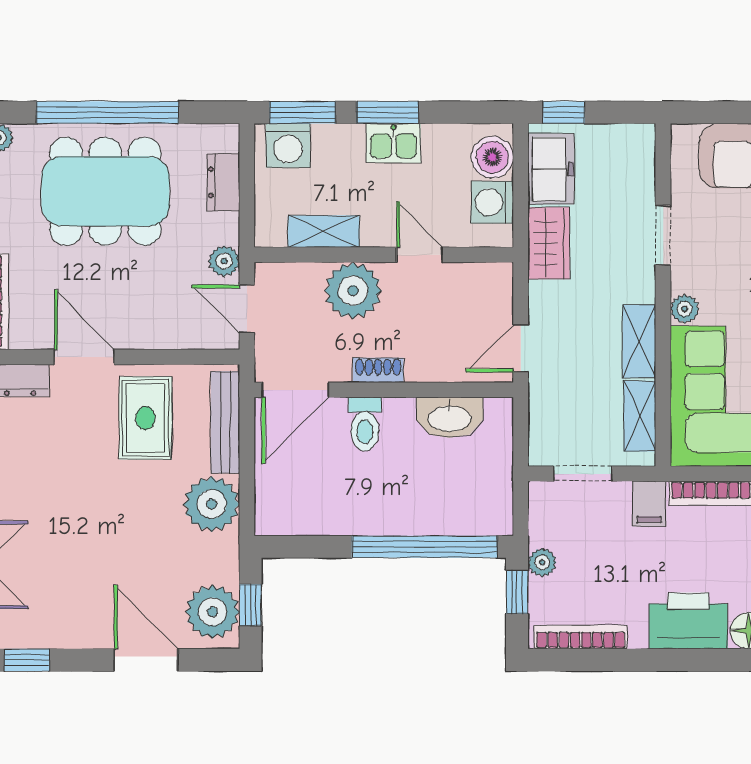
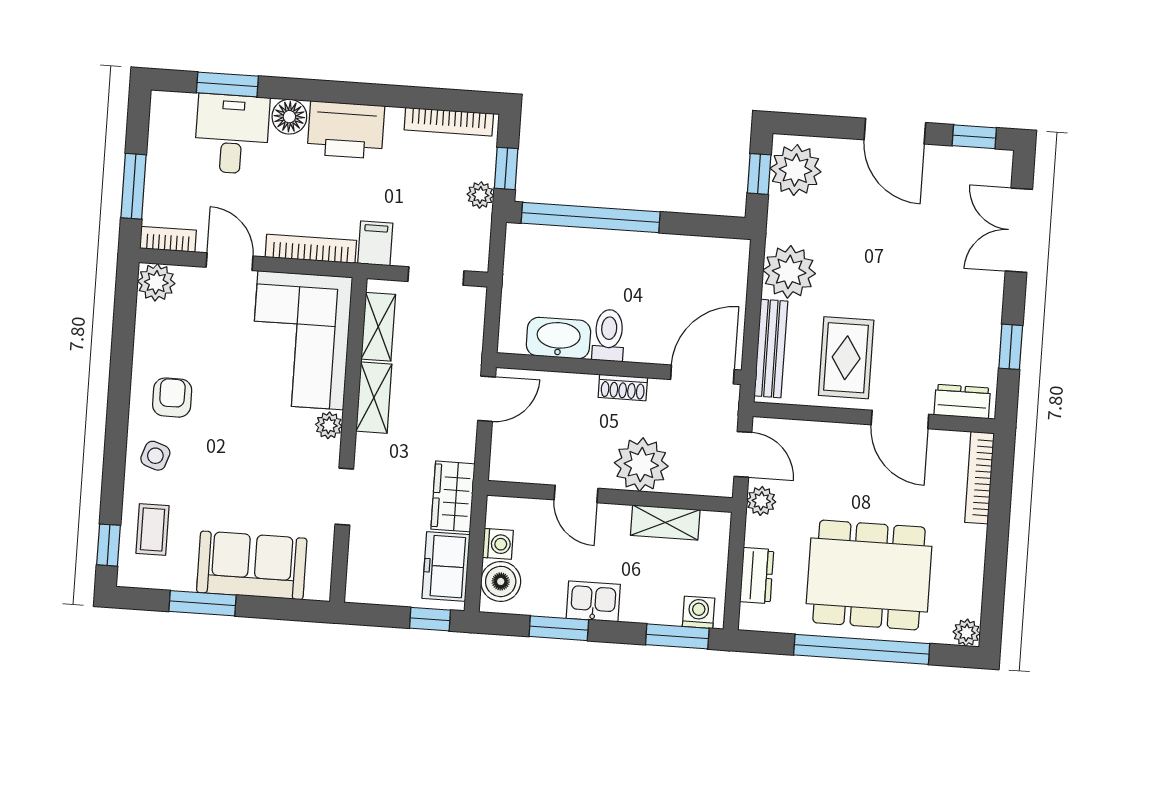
window: (388, 112) -> (559, 628), moved
washing machine: (288, 145) -> (699, 612), width x0.73, depth x0.73
washing machine: (492, 202) -> (498, 544), width x0.73, depth x0.73
toilet: (365, 424) -> (609, 335), moved
door: (146, 660) -> (895, 131), moved

